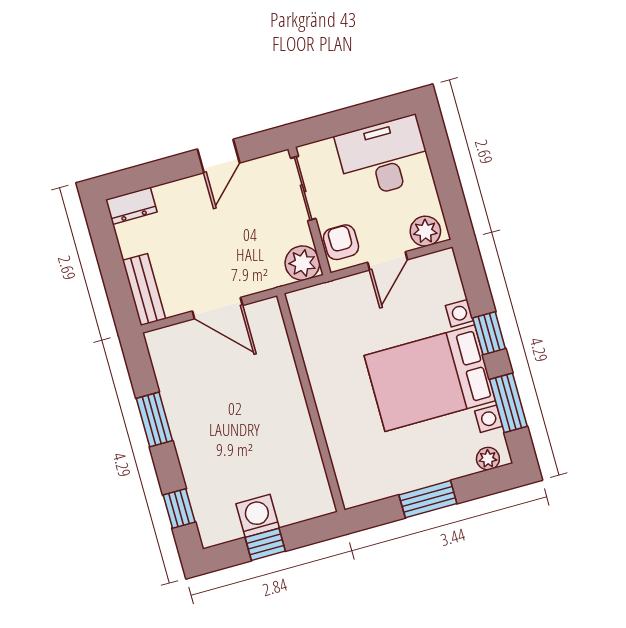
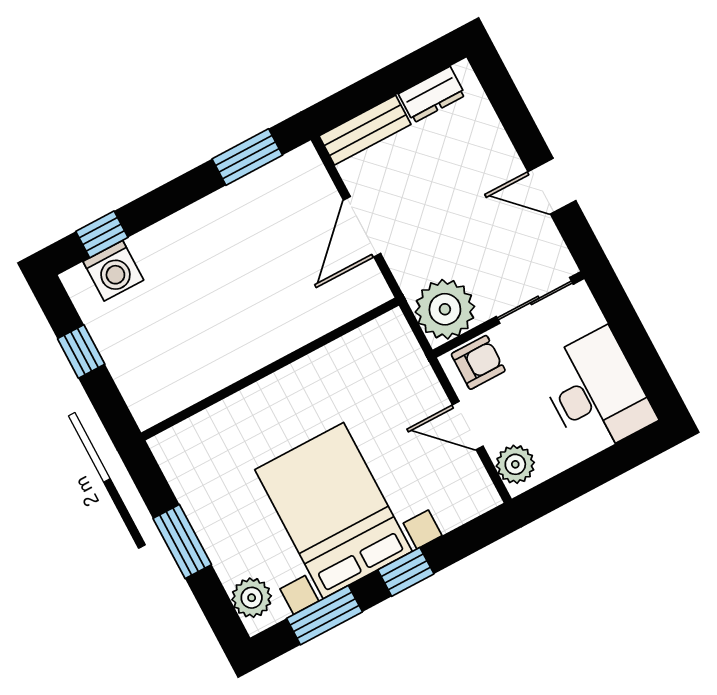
dresser: (131, 206) -> (432, 95), moved, turned -90
plant: (302, 263) -> (445, 309), width x1.36, depth x1.36
window: (154, 419) -> (247, 157), moved
plant: (488, 459) -> (252, 598), width x1.38, depth x1.38
washing machine: (258, 516) -> (113, 271), moved, turned 90

